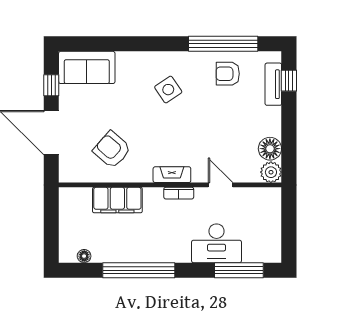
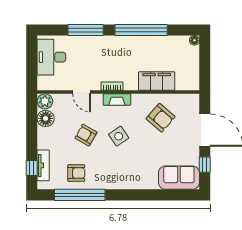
side table: (168, 90) -> (119, 136), moved
armchair: (214, 126) -> (86, 135), added
desk: (216, 243) -> (51, 57), moved, turned -90
floor lamp: (84, 256) -> (194, 40), moved
window: (239, 270) -> (86, 30), moved

